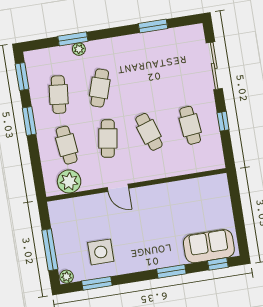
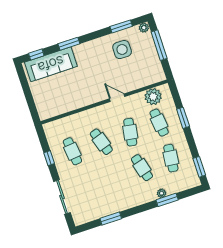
cafe table: (100, 88) -> (142, 168), turned -33
window: (29, 121) -> (183, 118), moved
sofa: (209, 246) -> (51, 64), width x1.36

